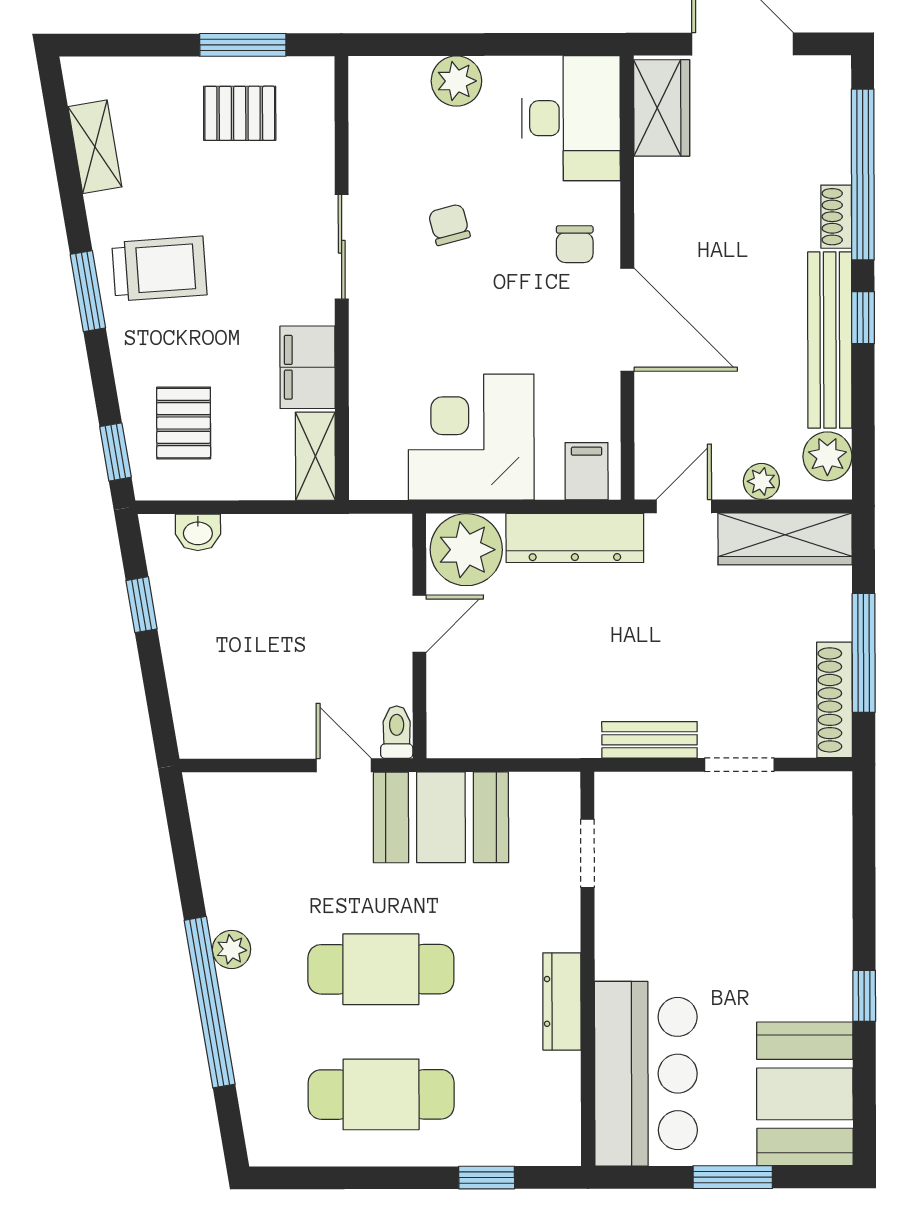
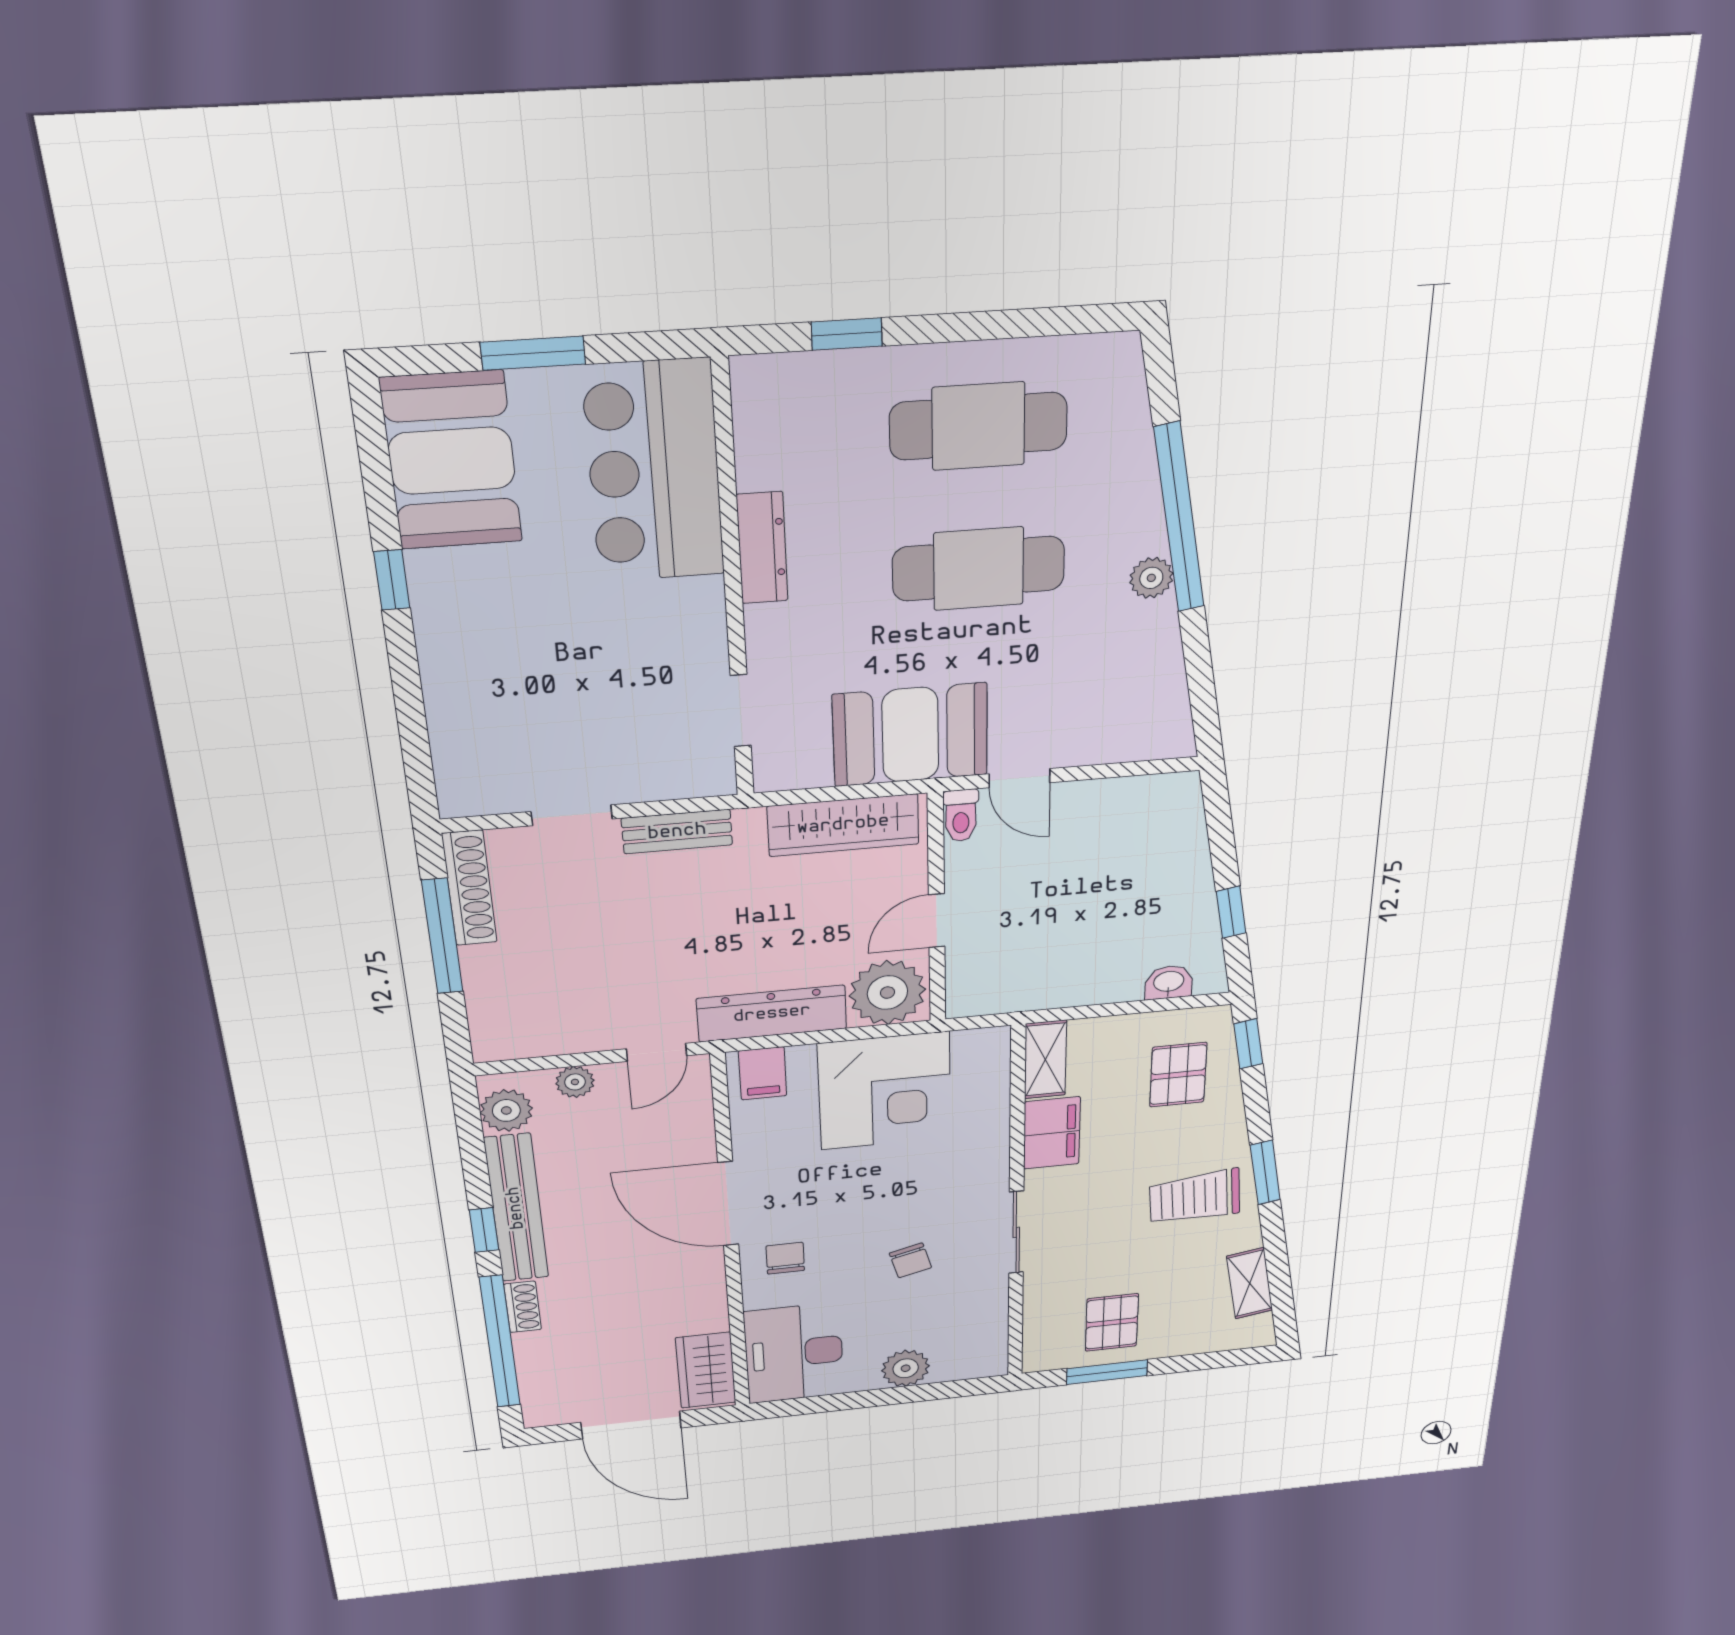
pallet: (240, 113) -> (1112, 1322), turned 90
wardrobe: (785, 539) -> (843, 825), moved, turned 180

